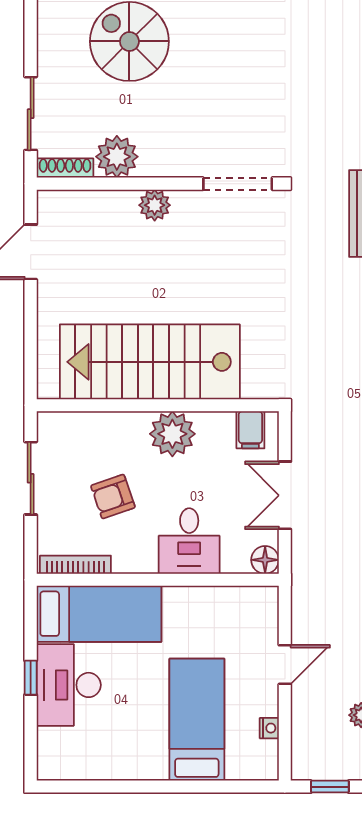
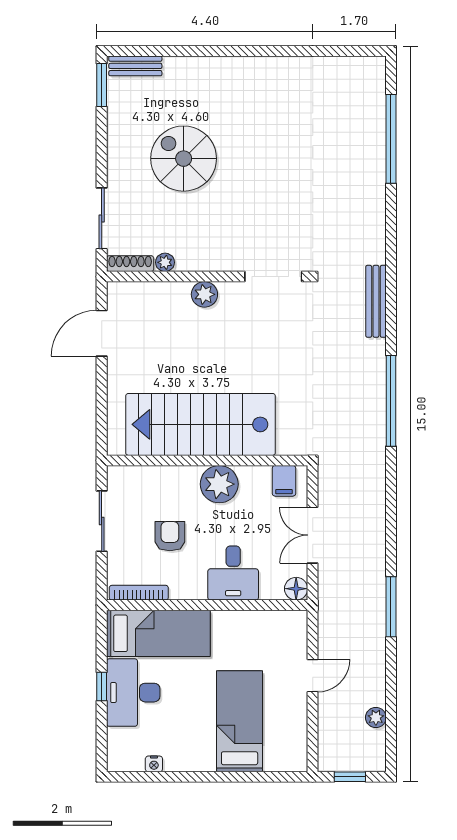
plant: (117, 157) -> (165, 262), width x0.53, depth x0.53
armchair: (113, 497) -> (170, 536), turned 109
nightstand: (269, 728) -> (154, 764), moved, turned 90

